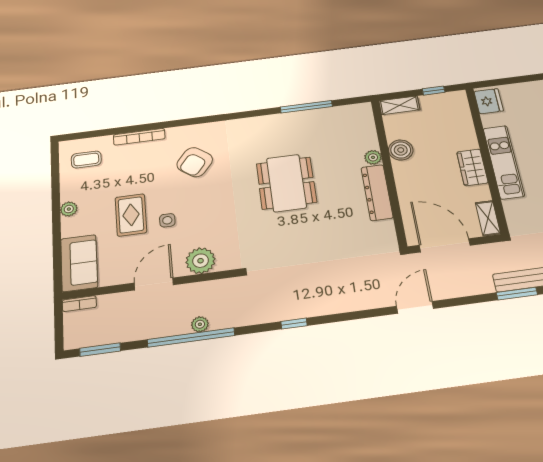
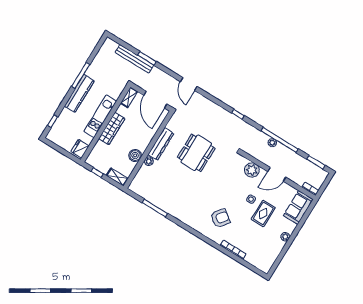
coffee table: (86, 159) -> (262, 256), removed
wardrobe: (472, 167) -> (112, 129), width x1.50
dining table: (286, 183) -> (196, 153), moved
door: (415, 307) -> (189, 84), hinge flipped

